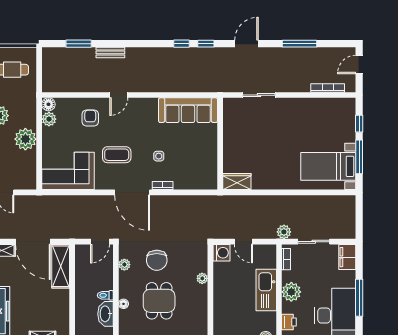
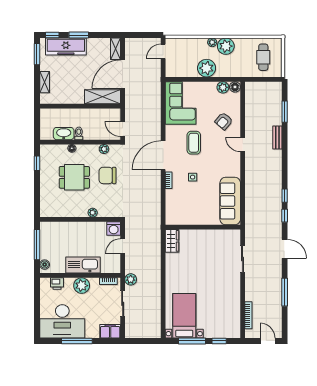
armchair: (90, 118) -> (224, 121), turned 131

